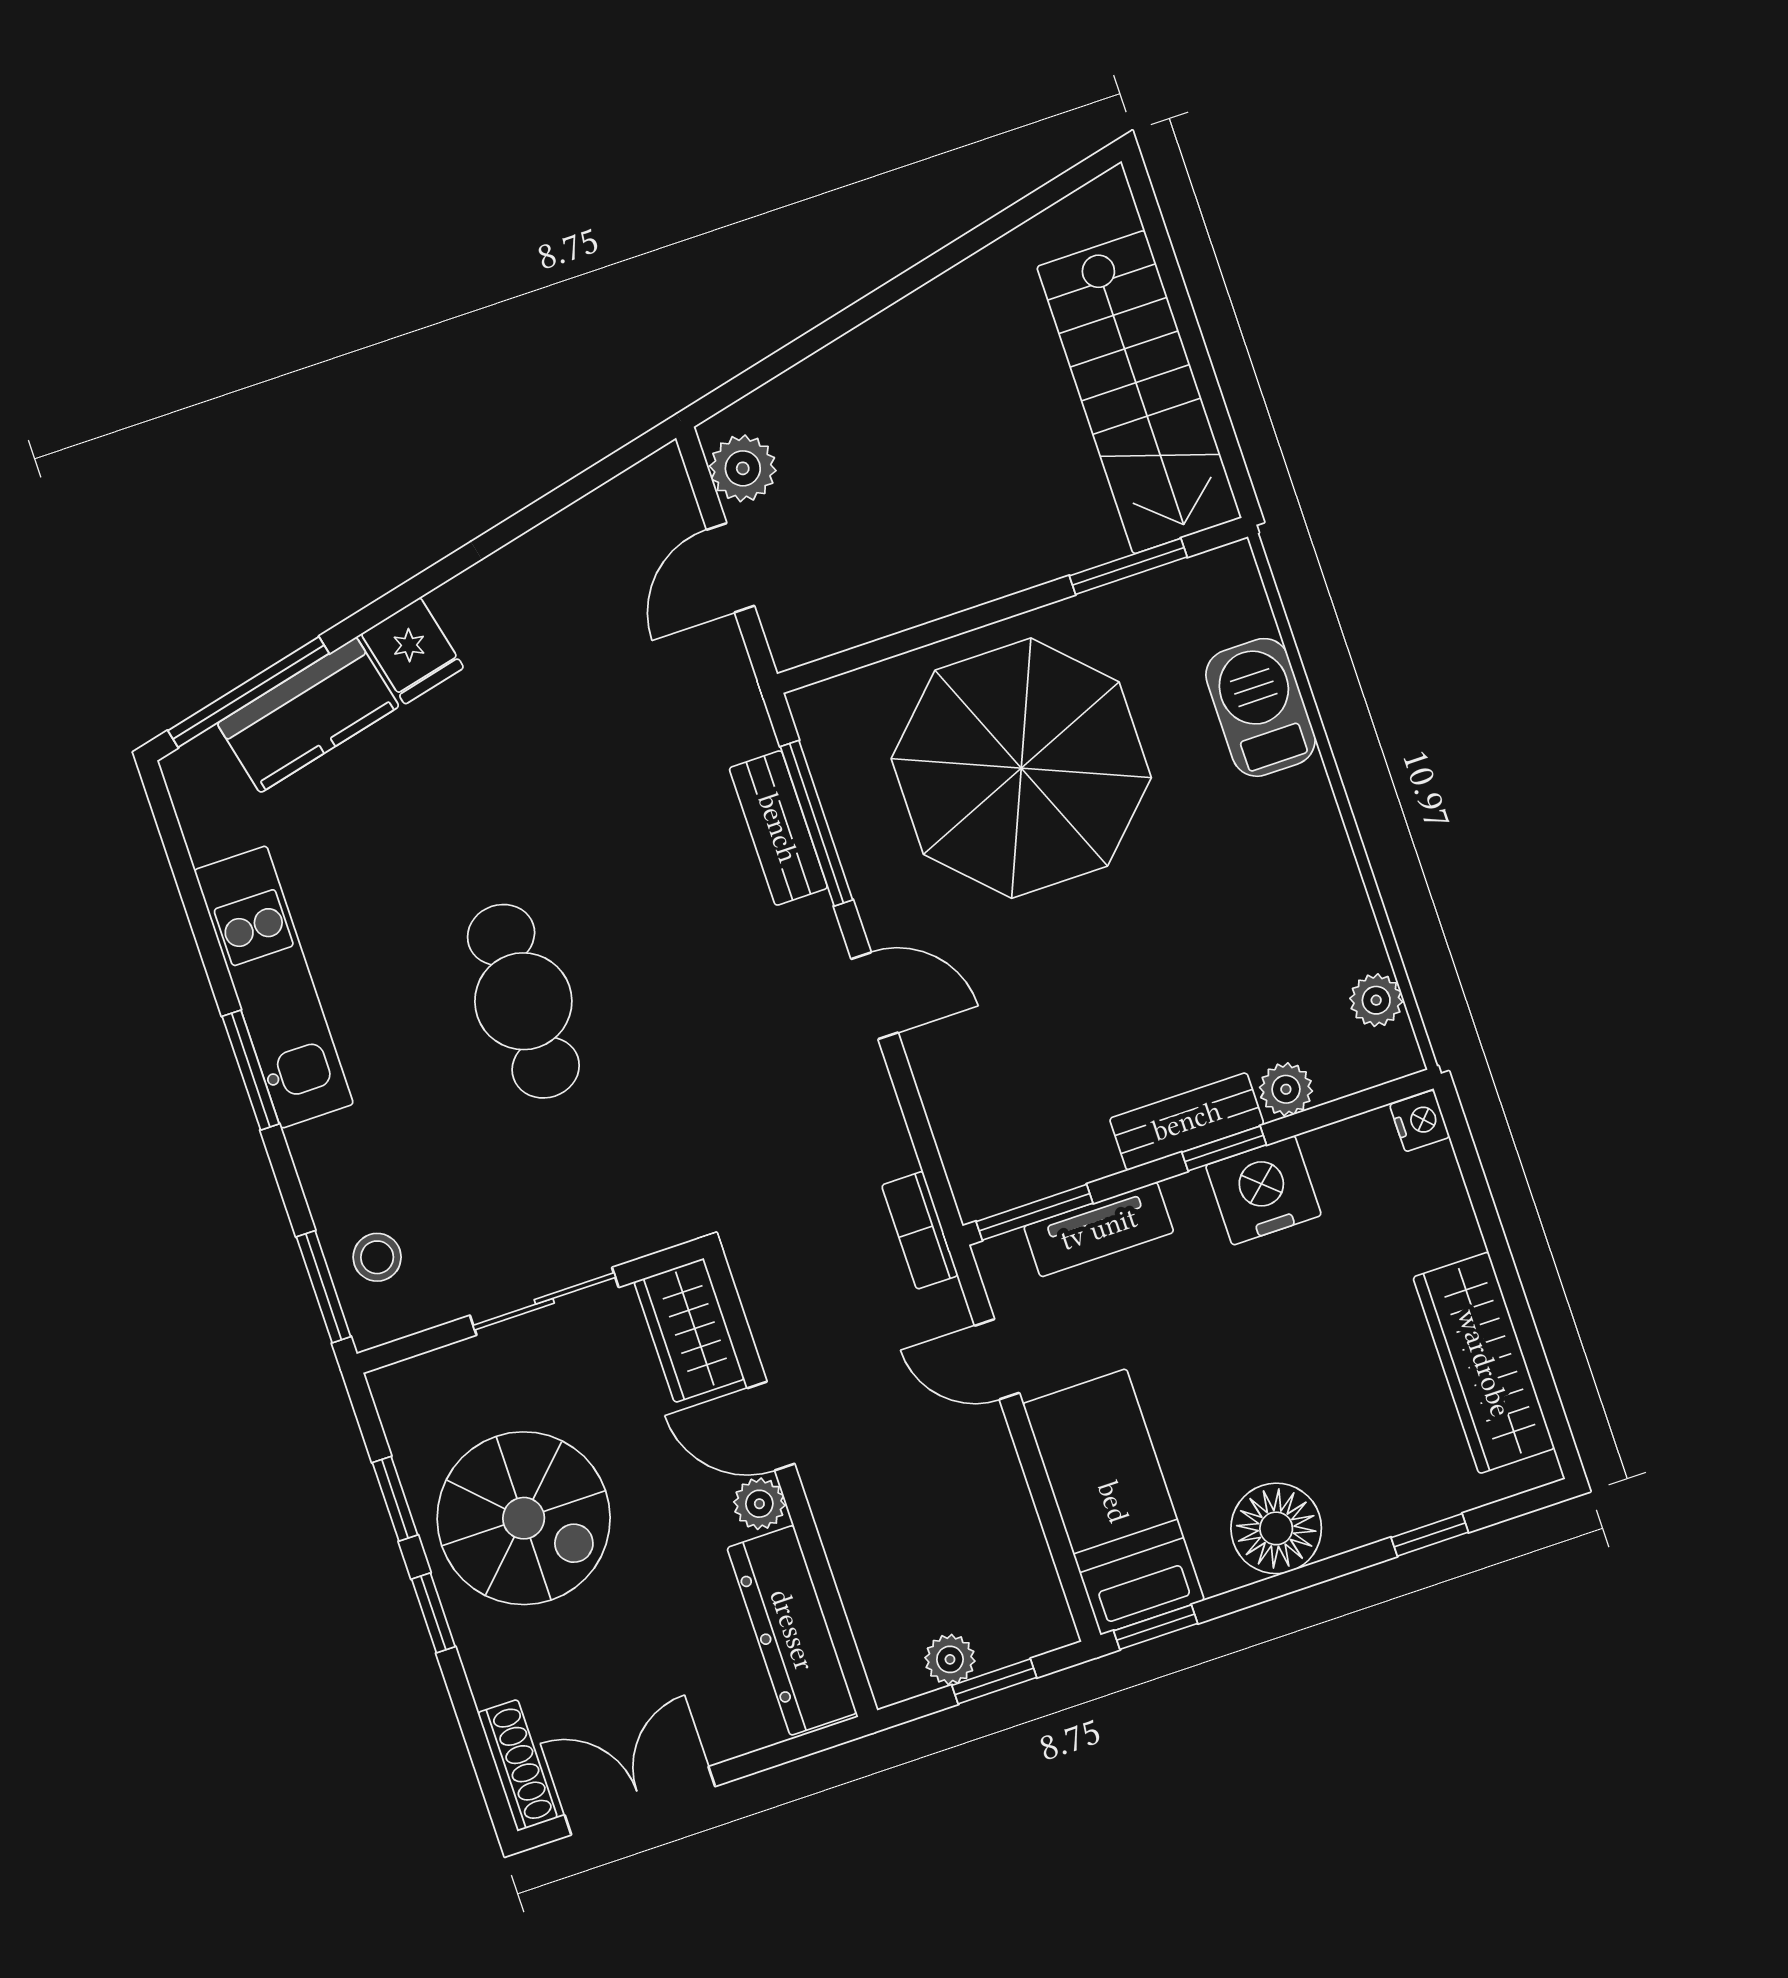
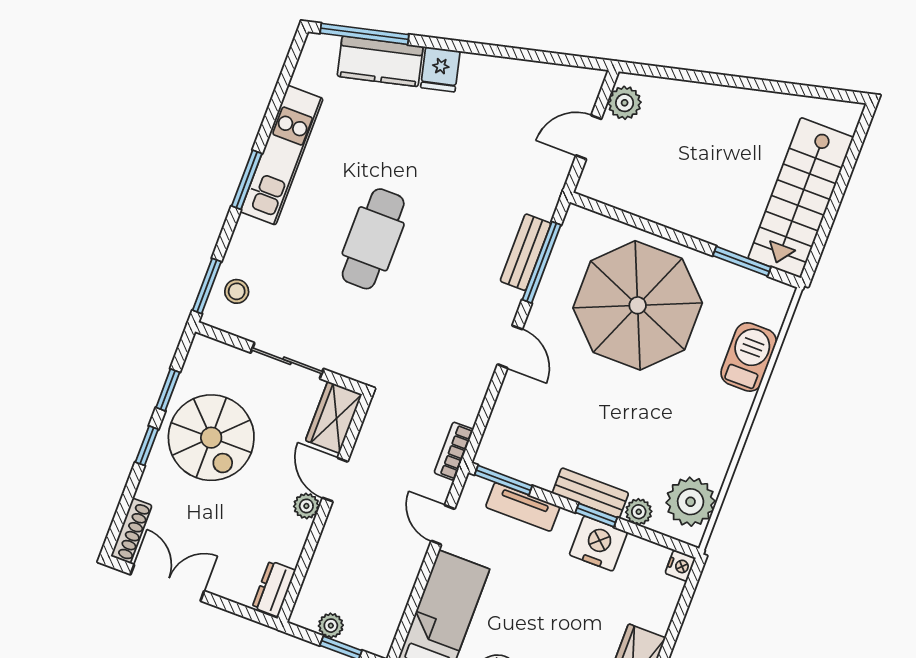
plant: (1376, 1000) -> (691, 502), width x1.87, depth x1.87
dresser: (792, 1630) -> (274, 589), width x0.51, depth x0.80

